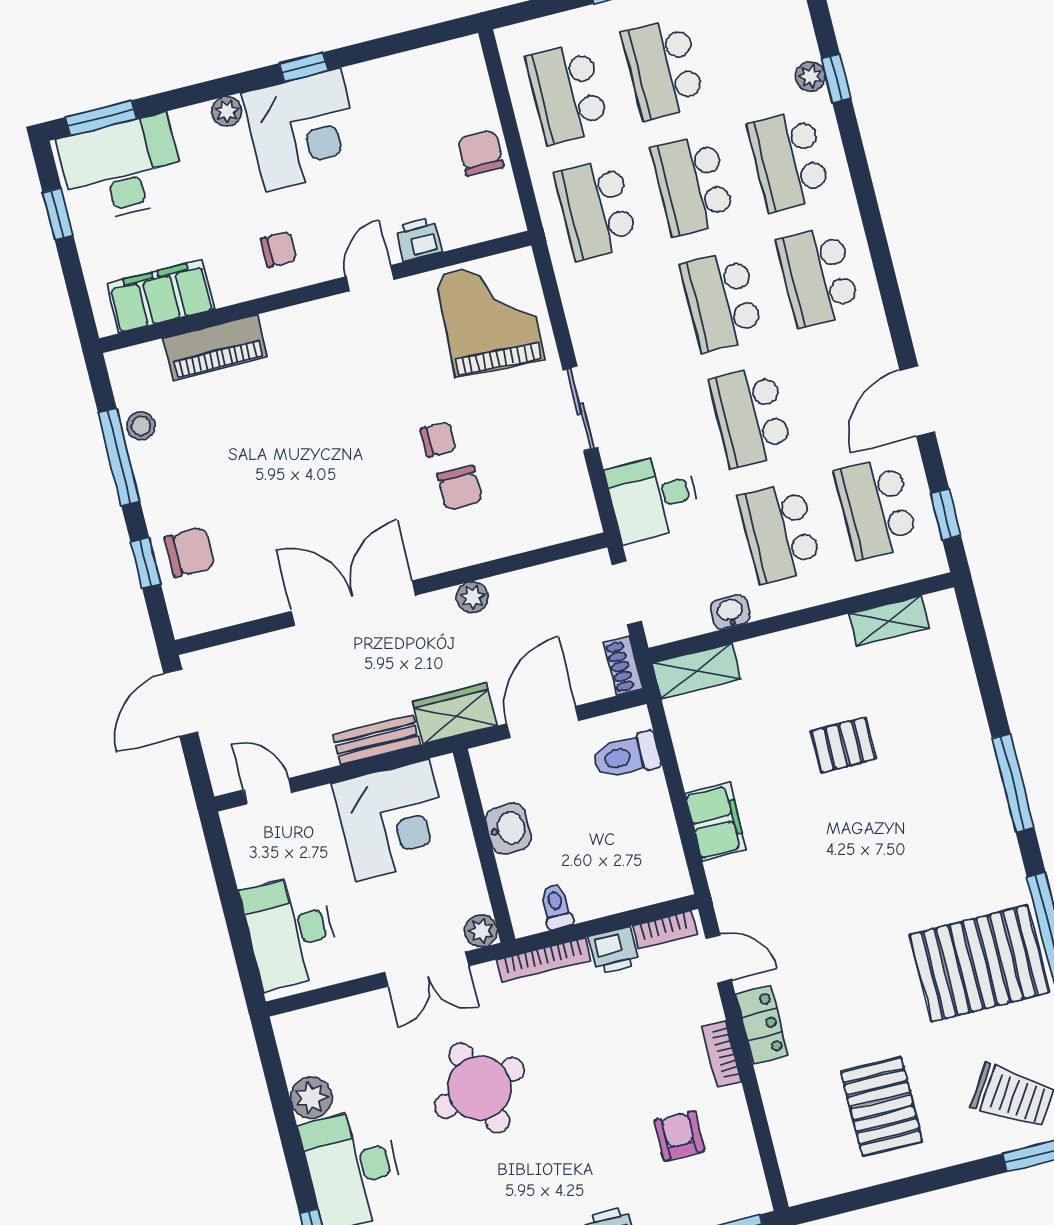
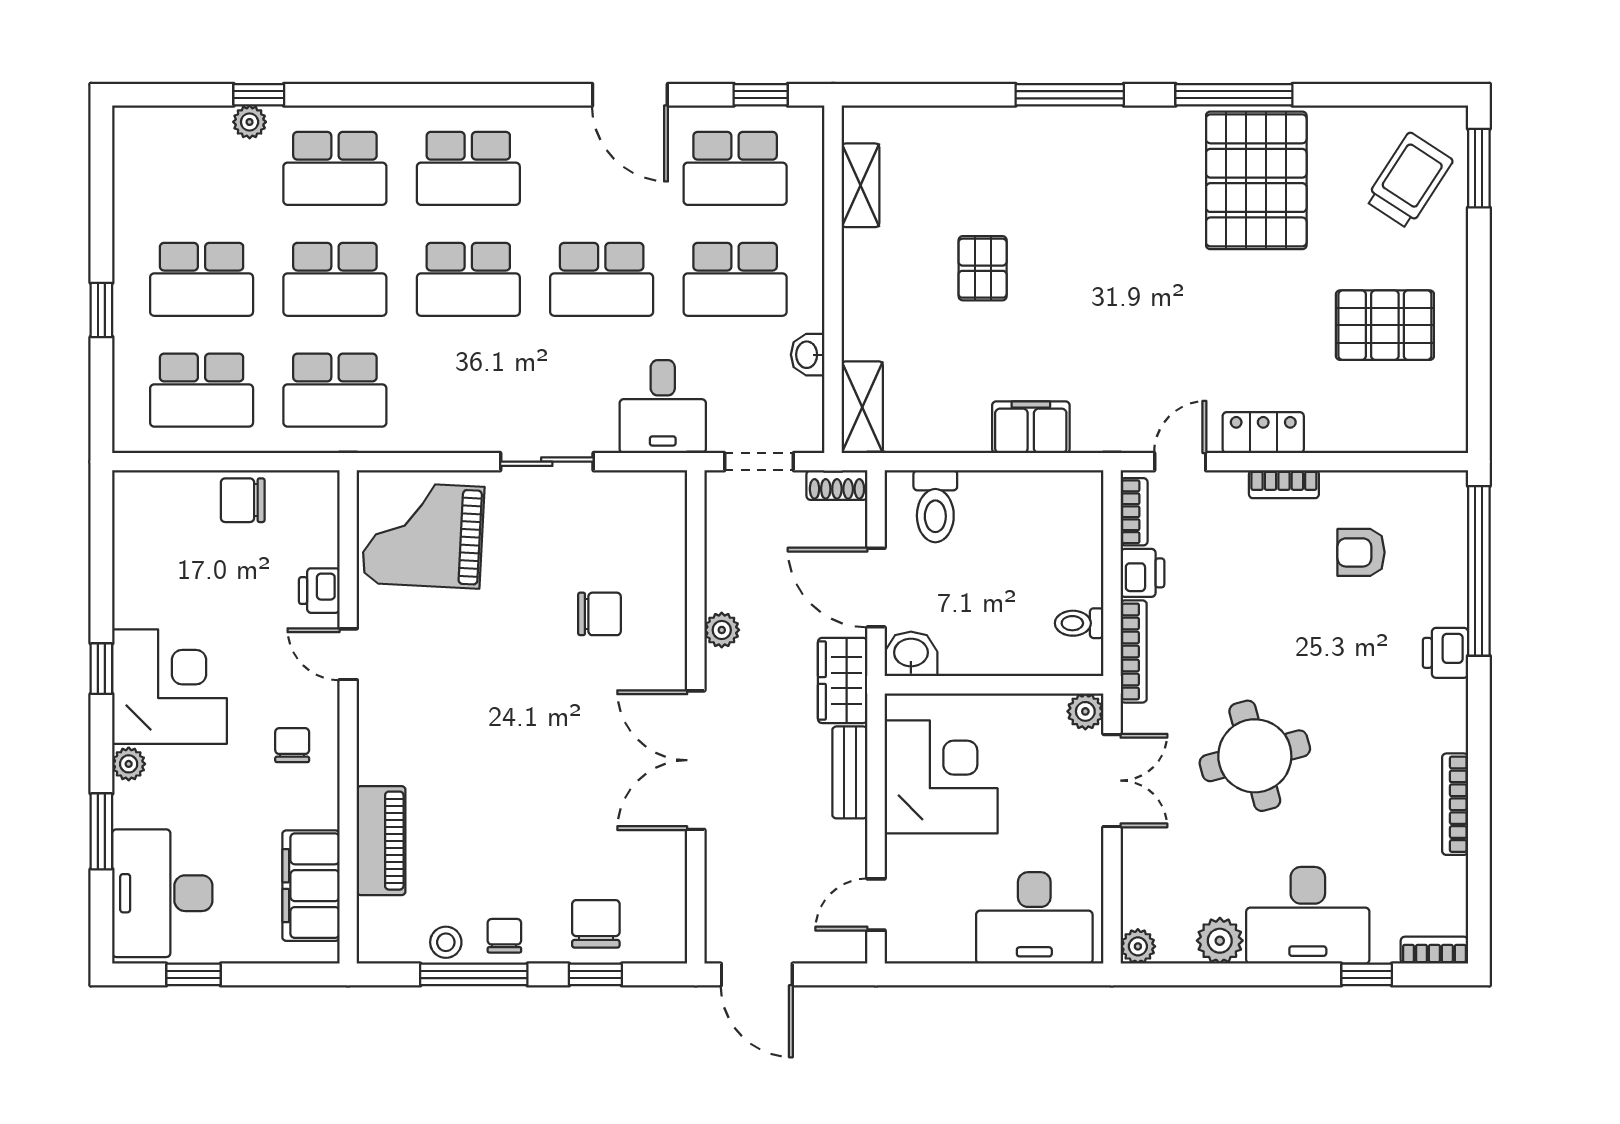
window: (101, 118) -> (101, 831), moved
chair: (438, 439) -> (504, 936), moved
washbasin: (508, 829) -> (911, 654), moved
plant: (288, 1028) -> (1138, 946), added

